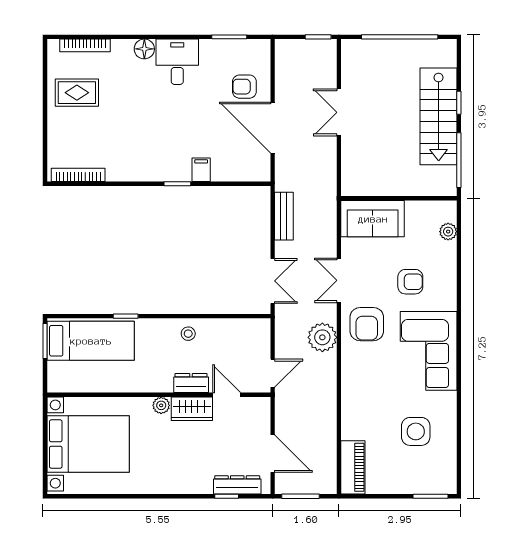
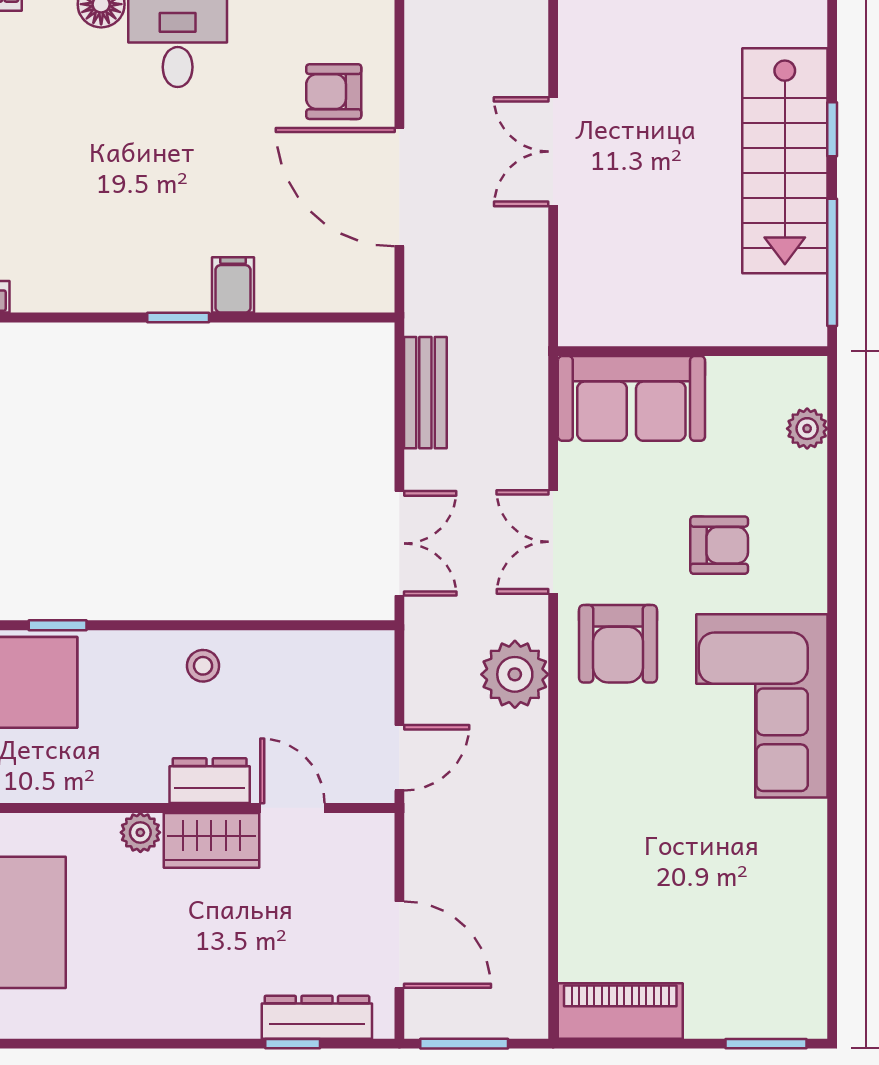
side table: (416, 431) -> (732, 893), removed
piano: (353, 467) -> (620, 1011), moved, turned -90

